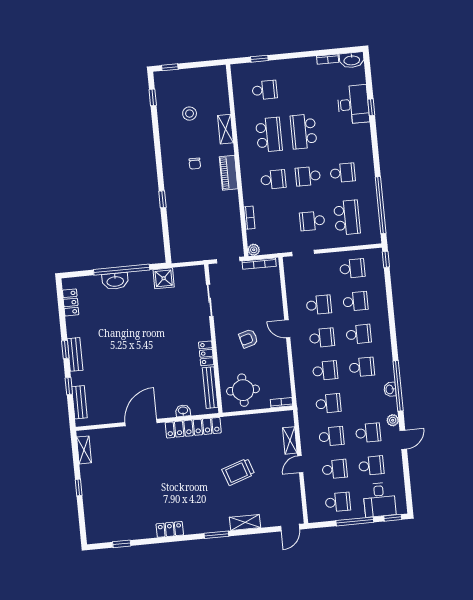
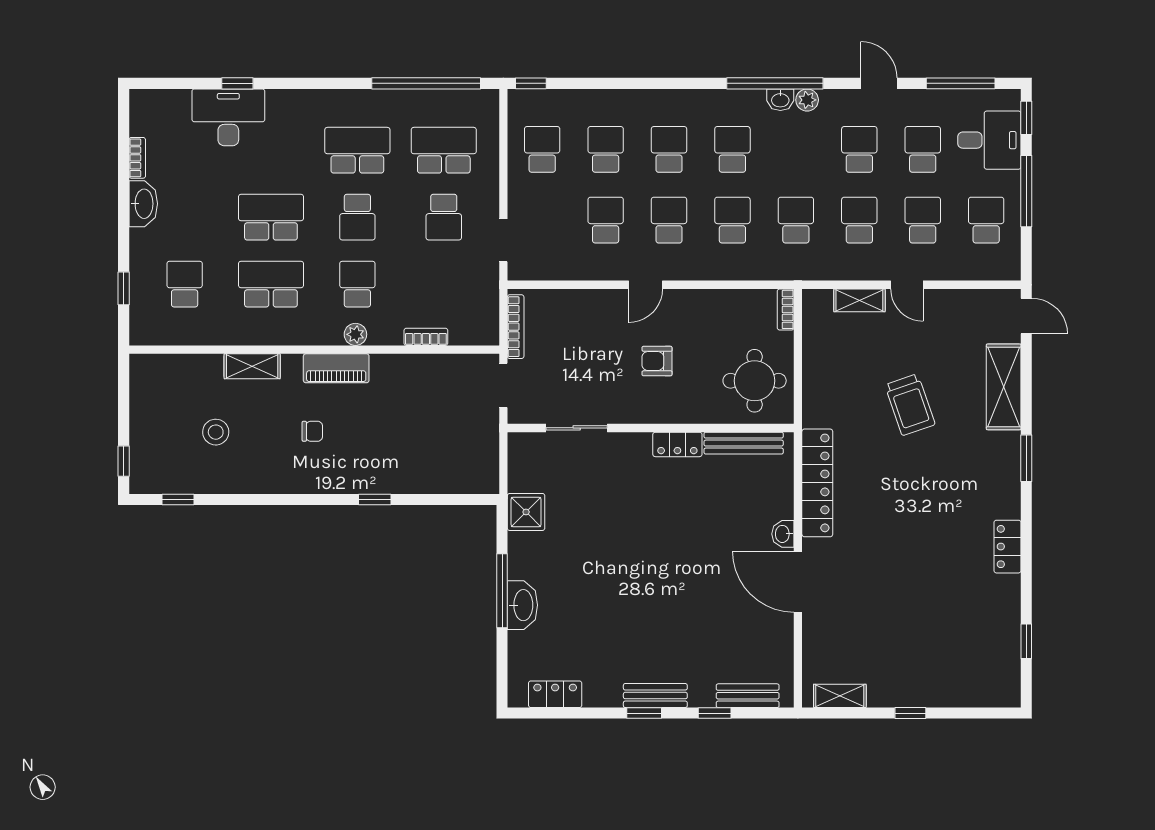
washbasin: (352, 60) -> (143, 204), moved
school desk: (304, 131) -> (271, 217), turned 180
school desk: (343, 173) -> (357, 150), width x1.85
plant: (254, 250) -> (355, 334), moved
window: (122, 270) -> (502, 591), width x0.68
armchair: (248, 339) -> (657, 361), turned 106
washbasin: (183, 411) -> (783, 534), moved
plant: (393, 420) -> (807, 100), moved
window: (407, 482) -> (961, 83), added
shelving: (245, 522) -> (1004, 387), width x1.50, depth x1.33

